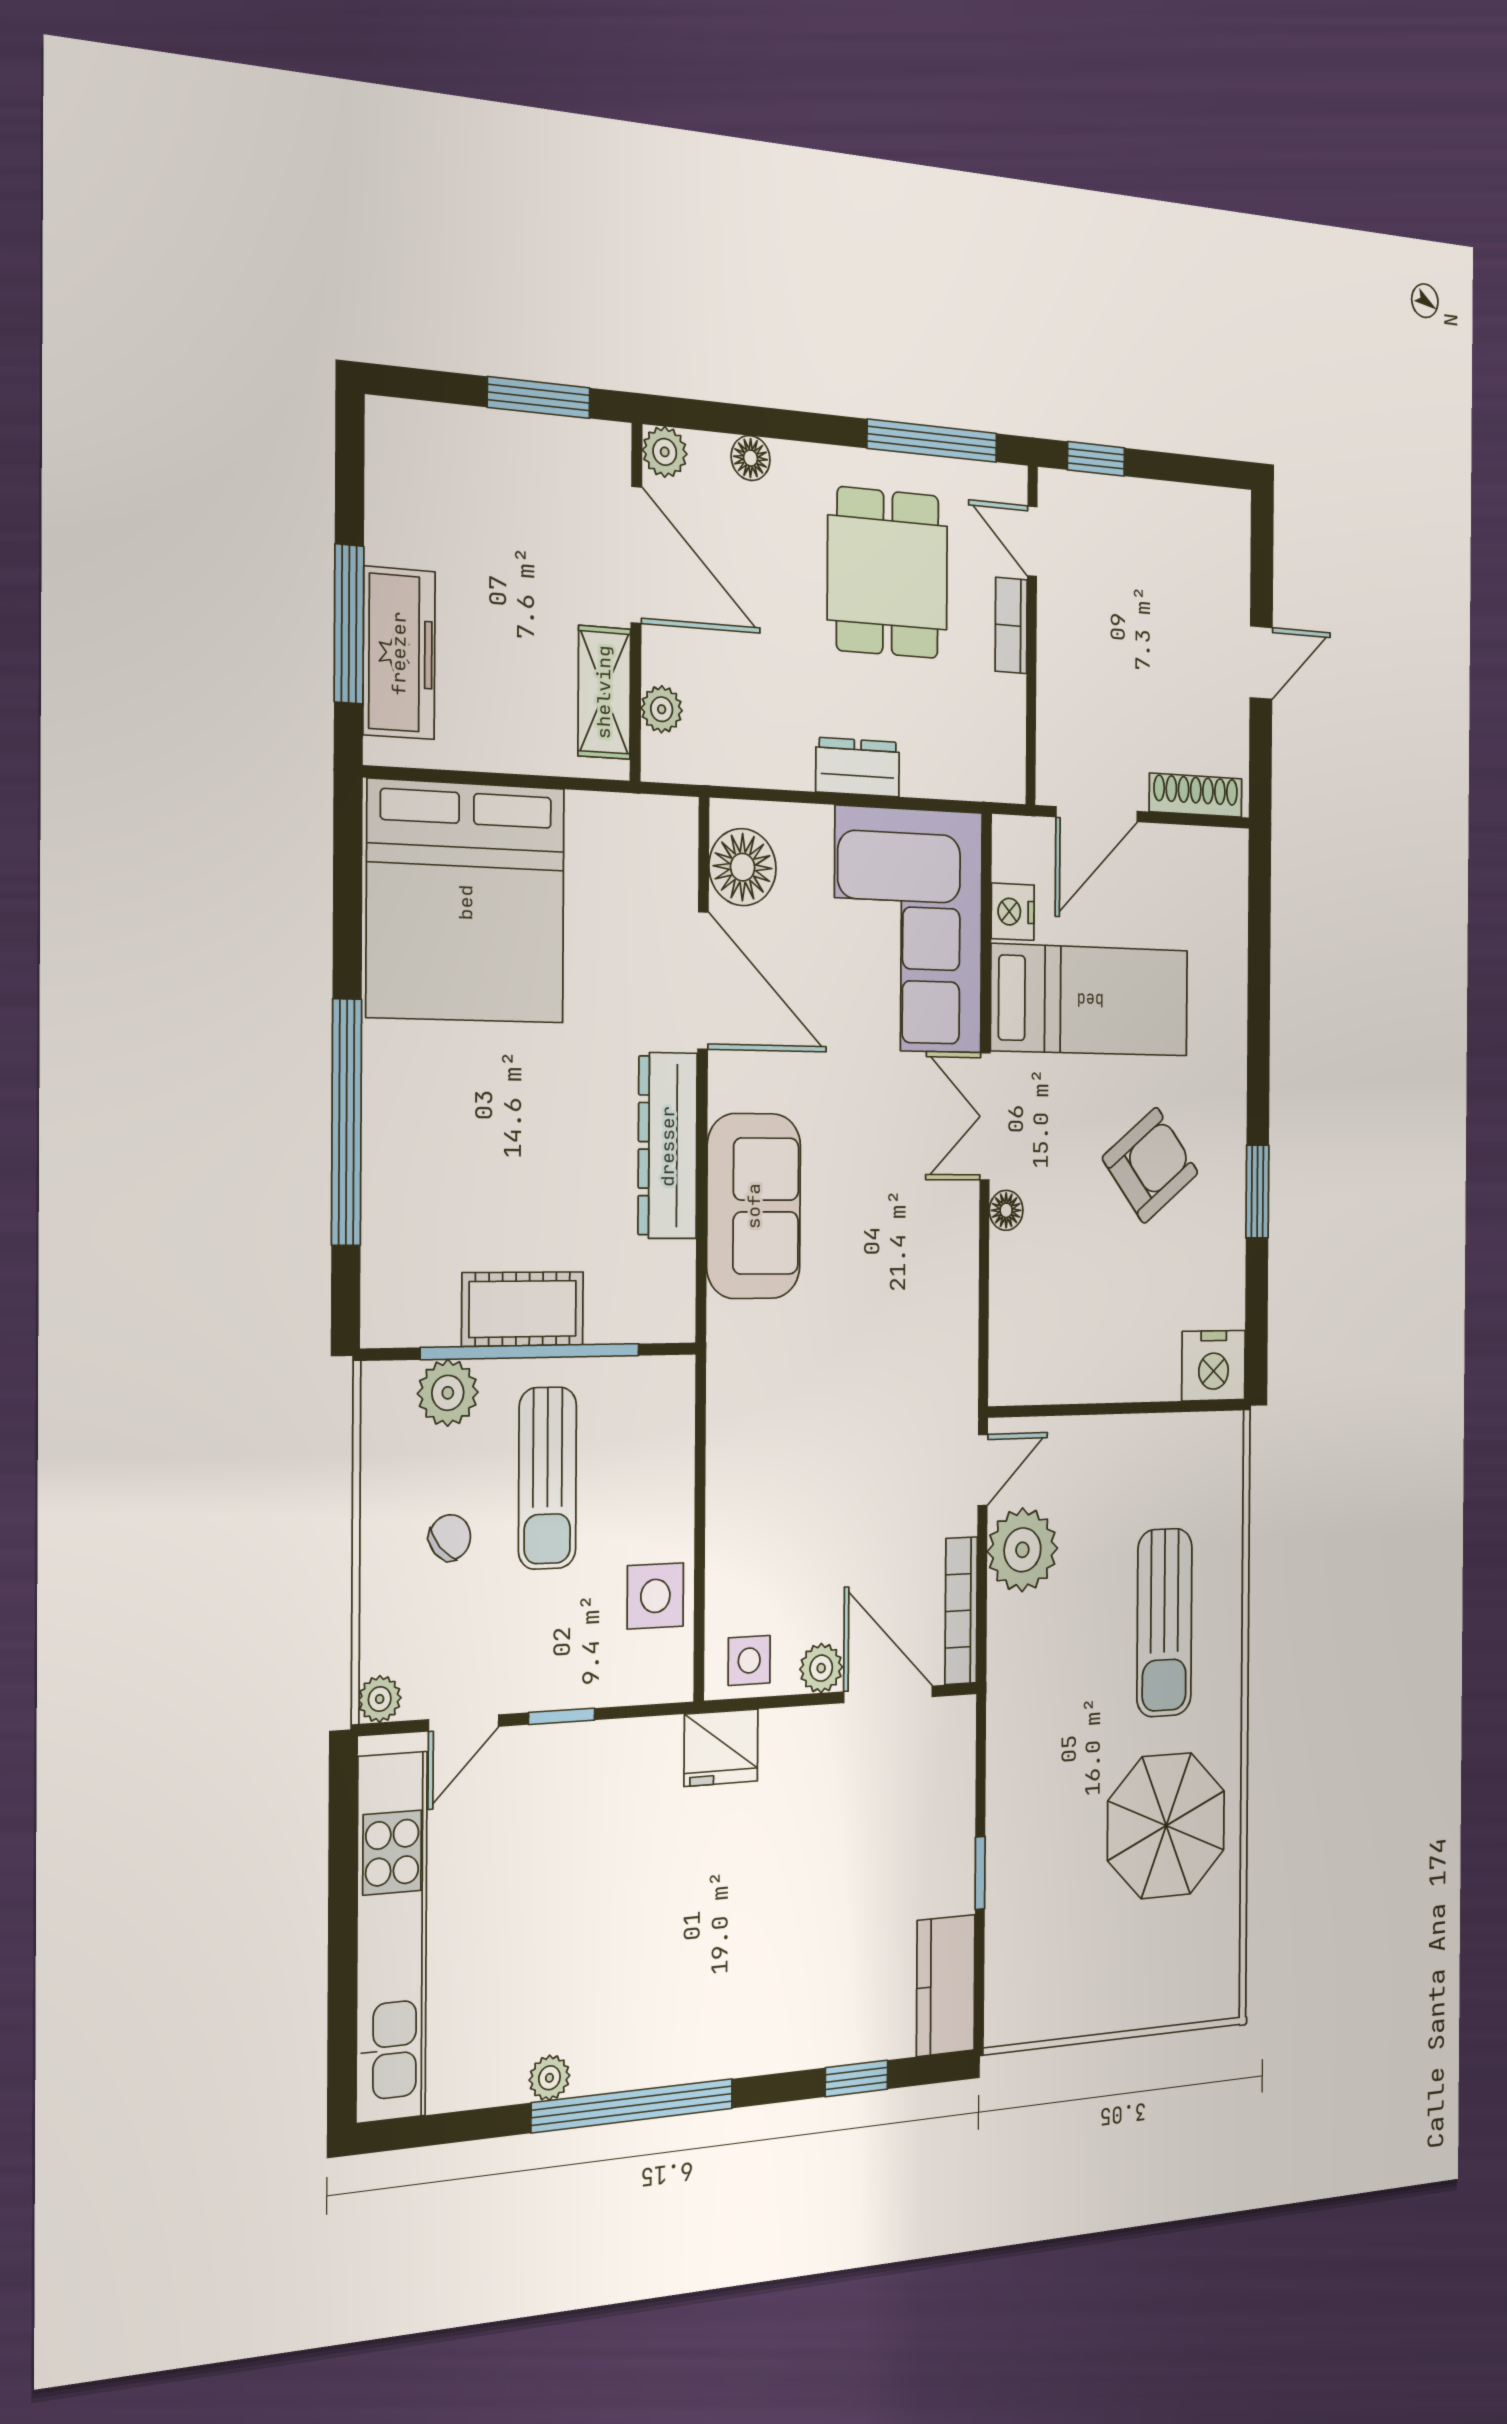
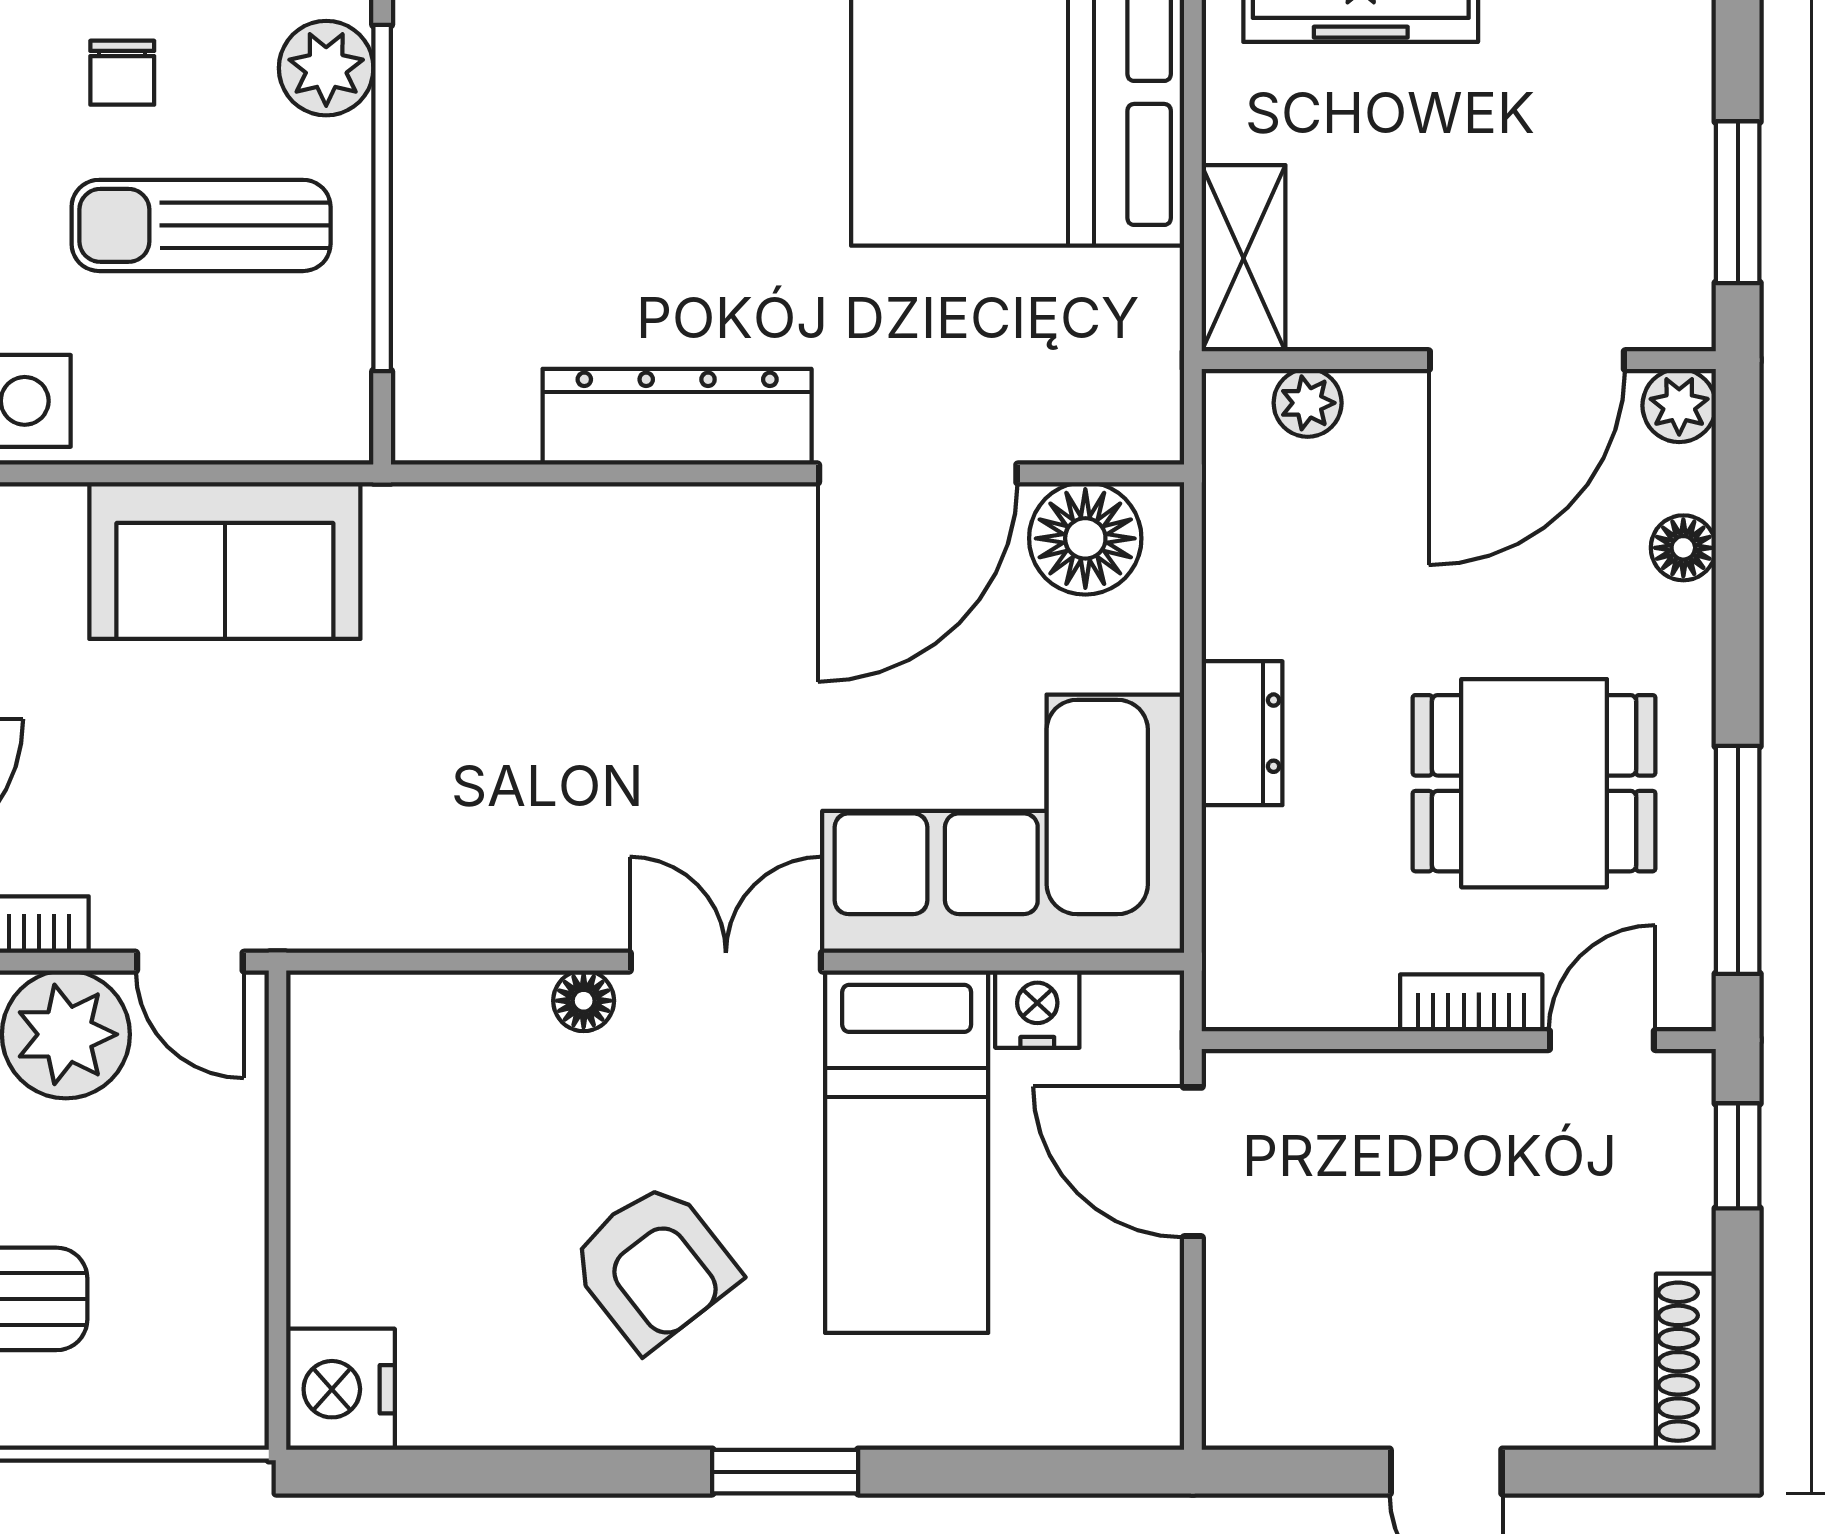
shelving: (604, 692) -> (1243, 258), moved, turned 90
shoe rack: (1196, 795) -> (1686, 1362), moved, turned 180
window: (1257, 1192) -> (785, 1472), moved
sofa: (754, 1206) -> (225, 561), moved
cot: (523, 1309) -> (443, 185), removed
chair: (450, 1537) -> (122, 73), turned 41

